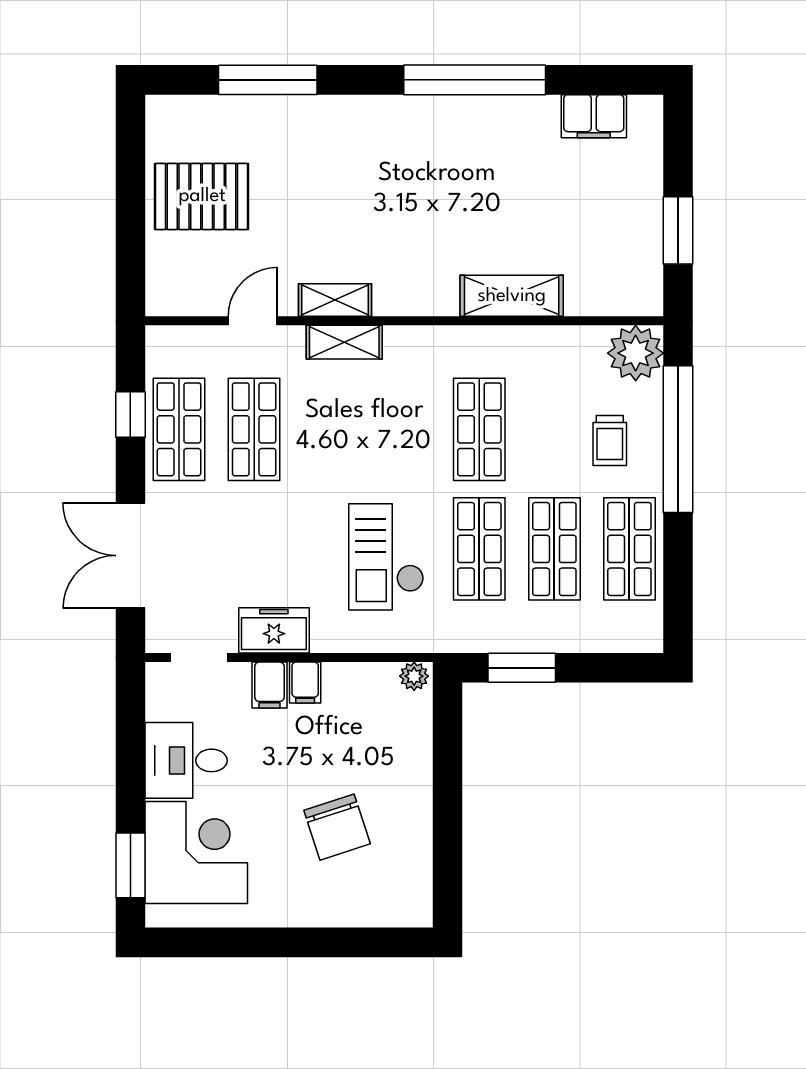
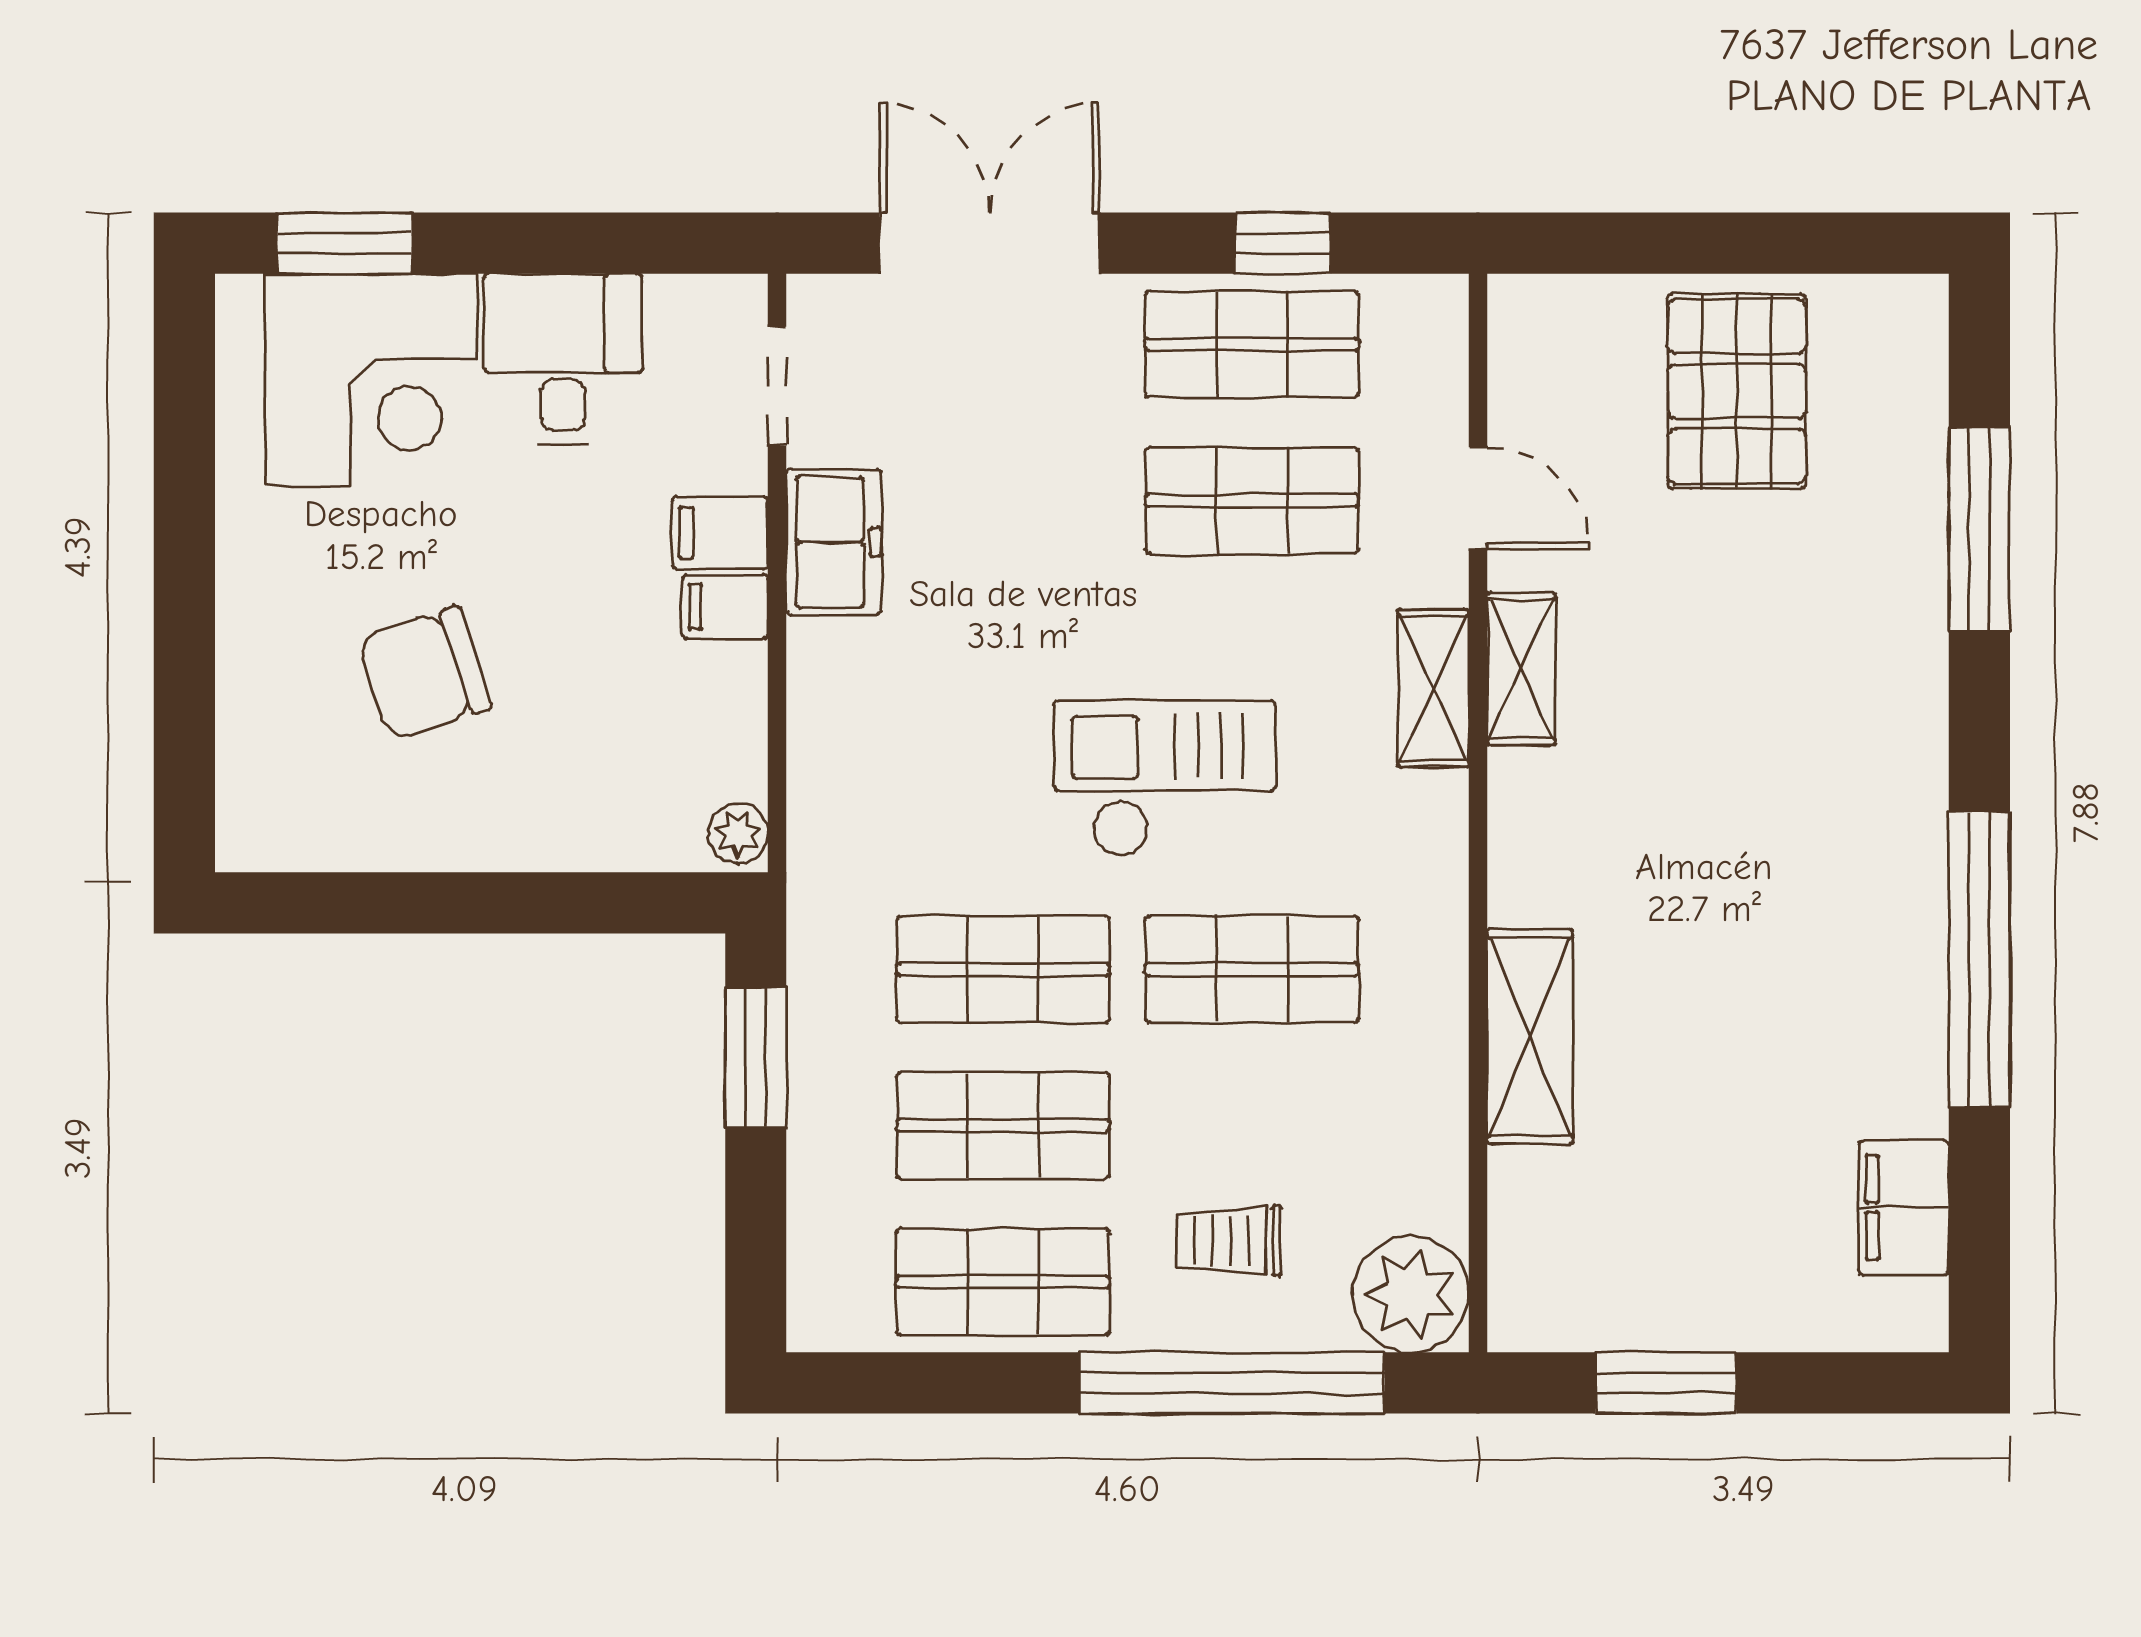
checkout: (386, 557) -> (1165, 778), moved

